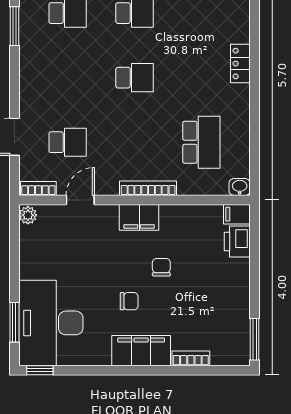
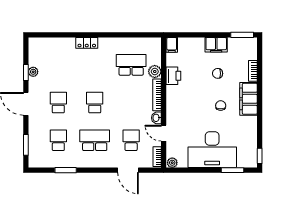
school desk: (68, 78) -> (95, 140), added
plant: (190, 184) -> (155, 72), added
washbasin: (240, 187) -> (156, 118), moved
filing cabinet: (139, 217) -> (216, 45), moved, turned 90
printer: (237, 241) -> (173, 76), moved, turned -90
chair: (161, 267) -> (218, 73), moved
desk: (51, 323) -> (212, 150), moved

